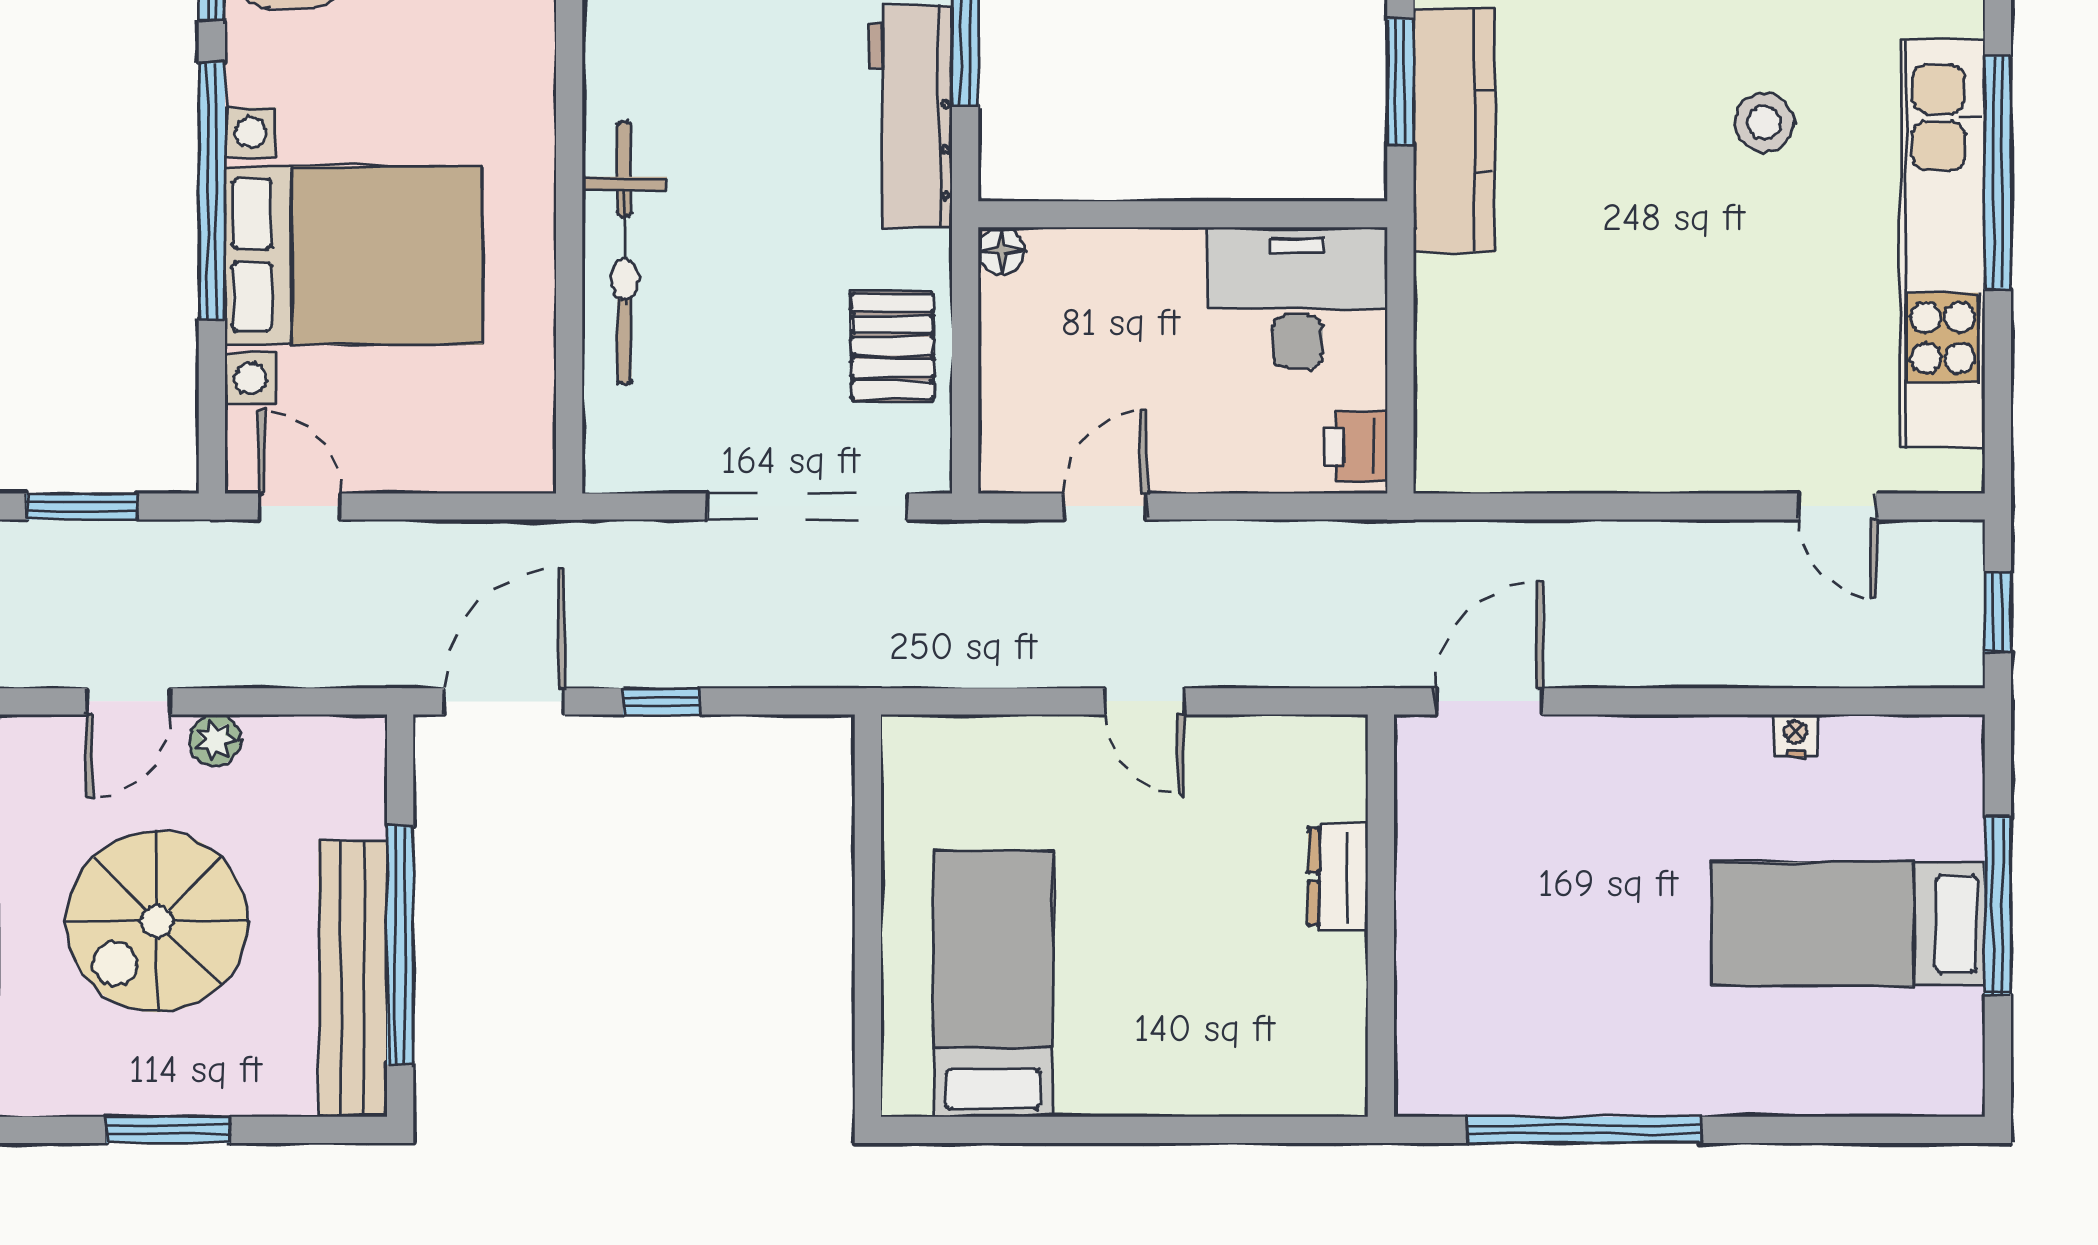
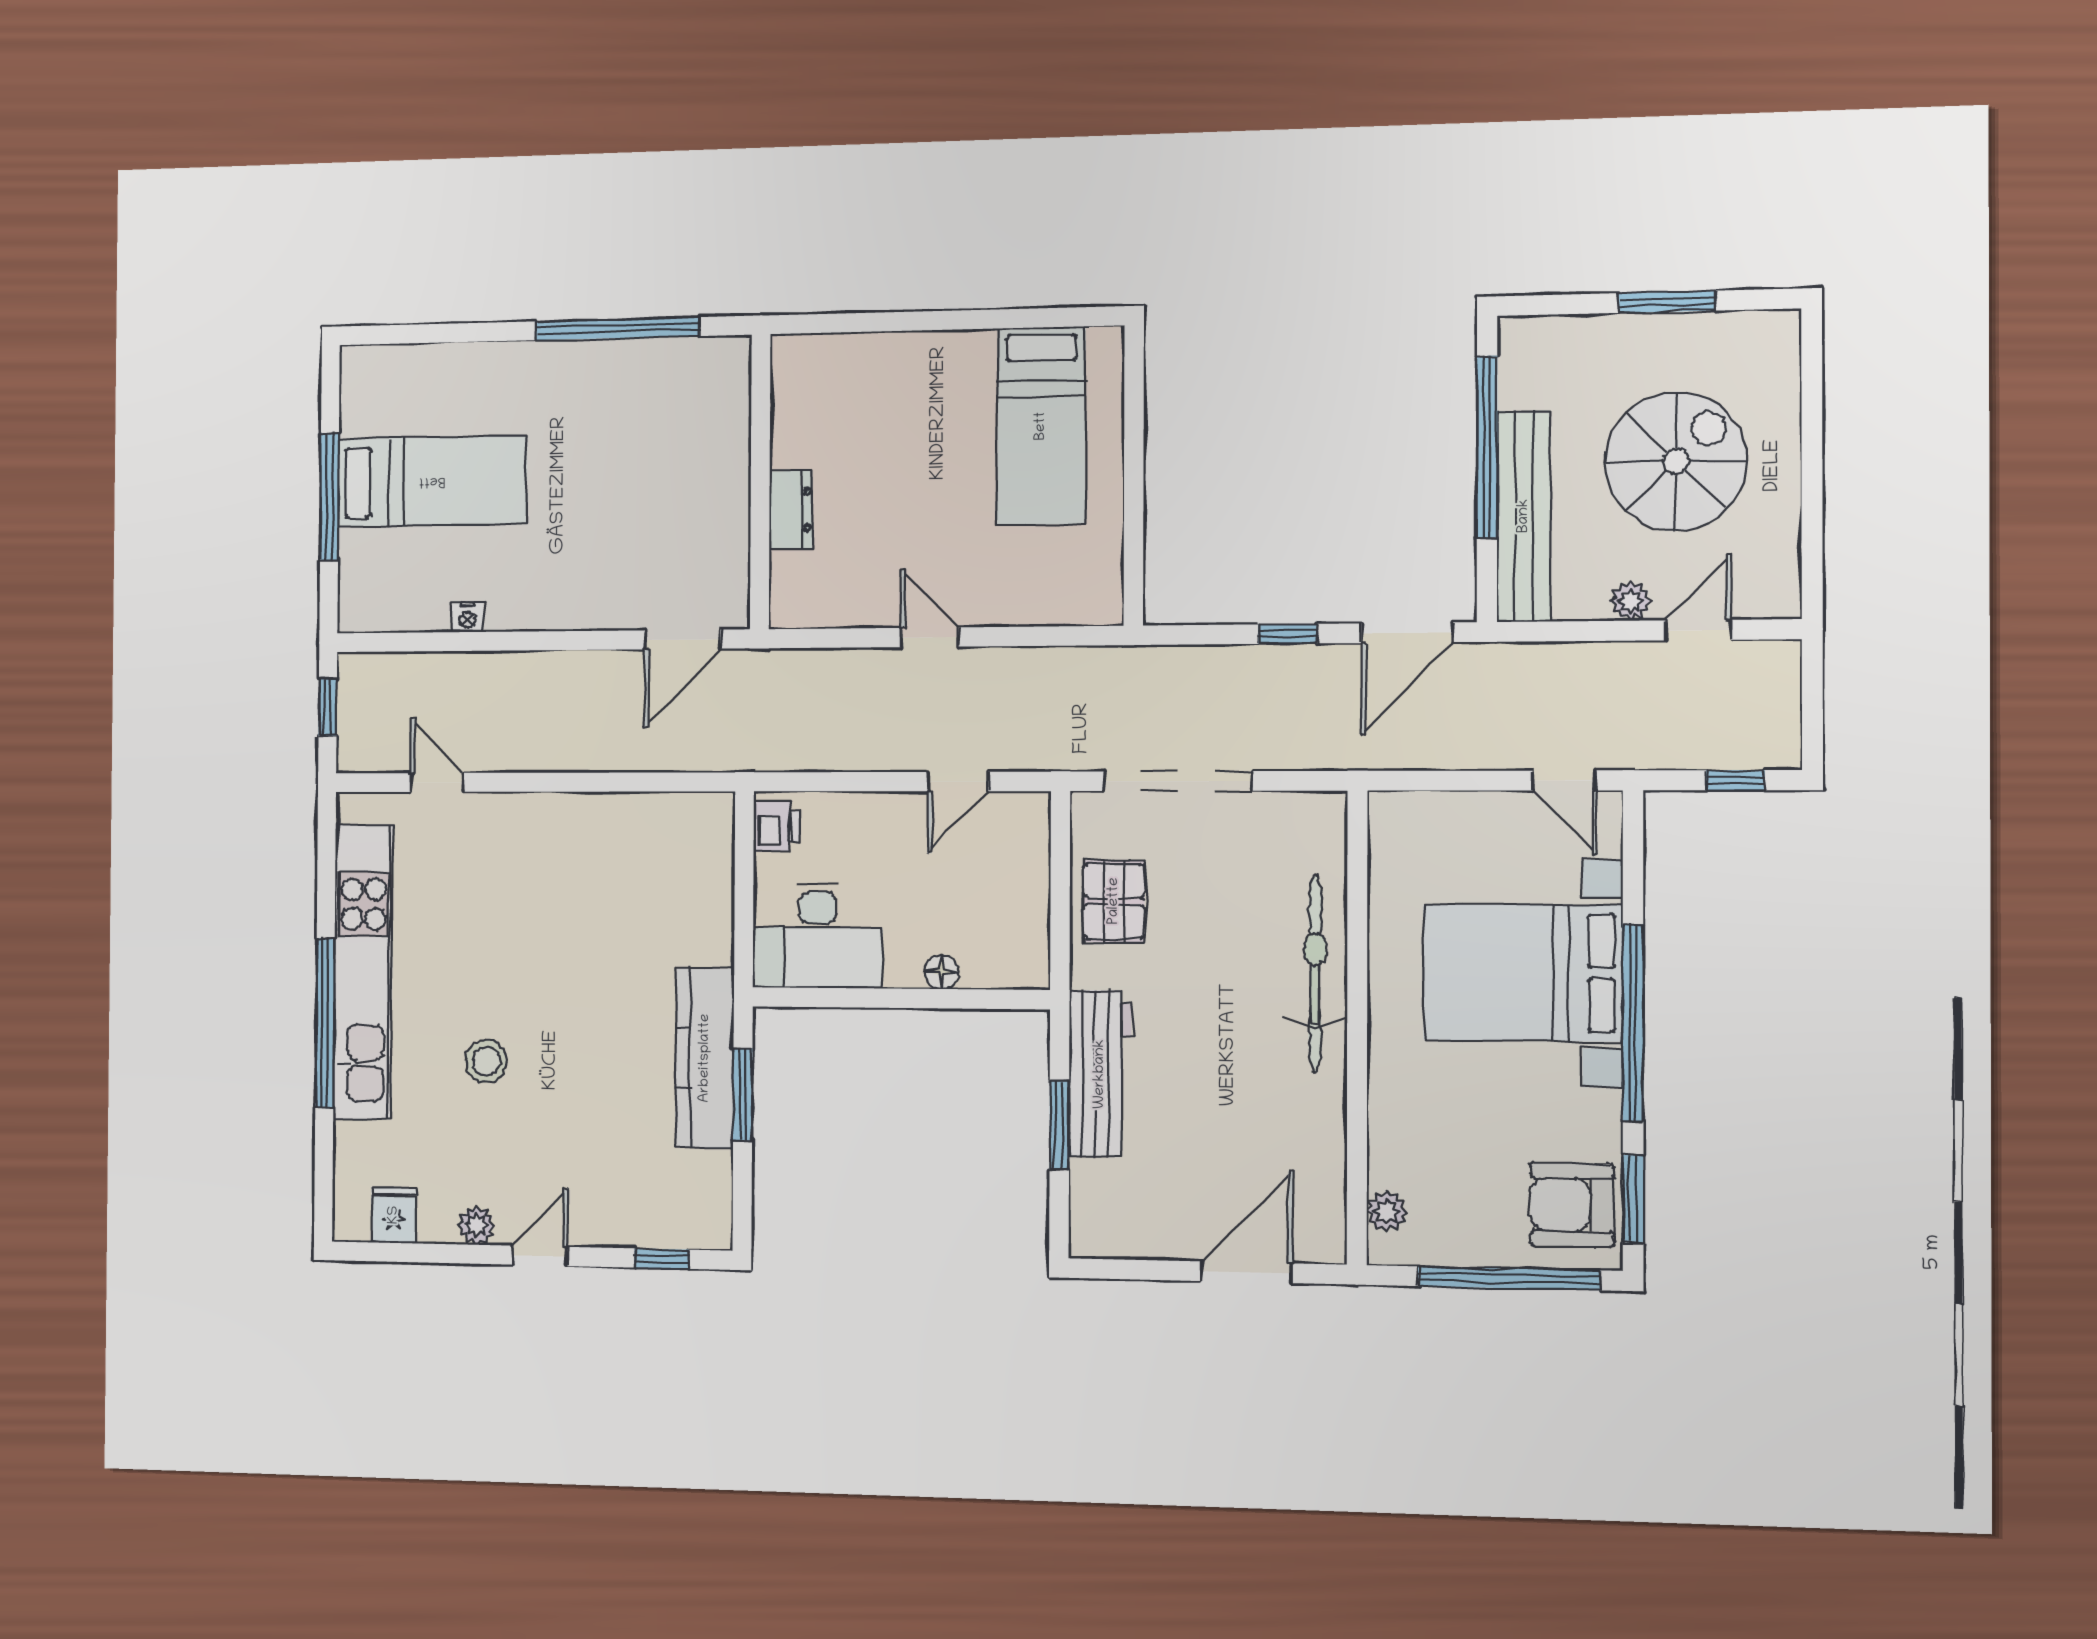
floor lamp: (1002, 251) -> (941, 972), moved
window: (82, 506) -> (1735, 780), width x0.67
bench: (353, 979) -> (1524, 516), moved

